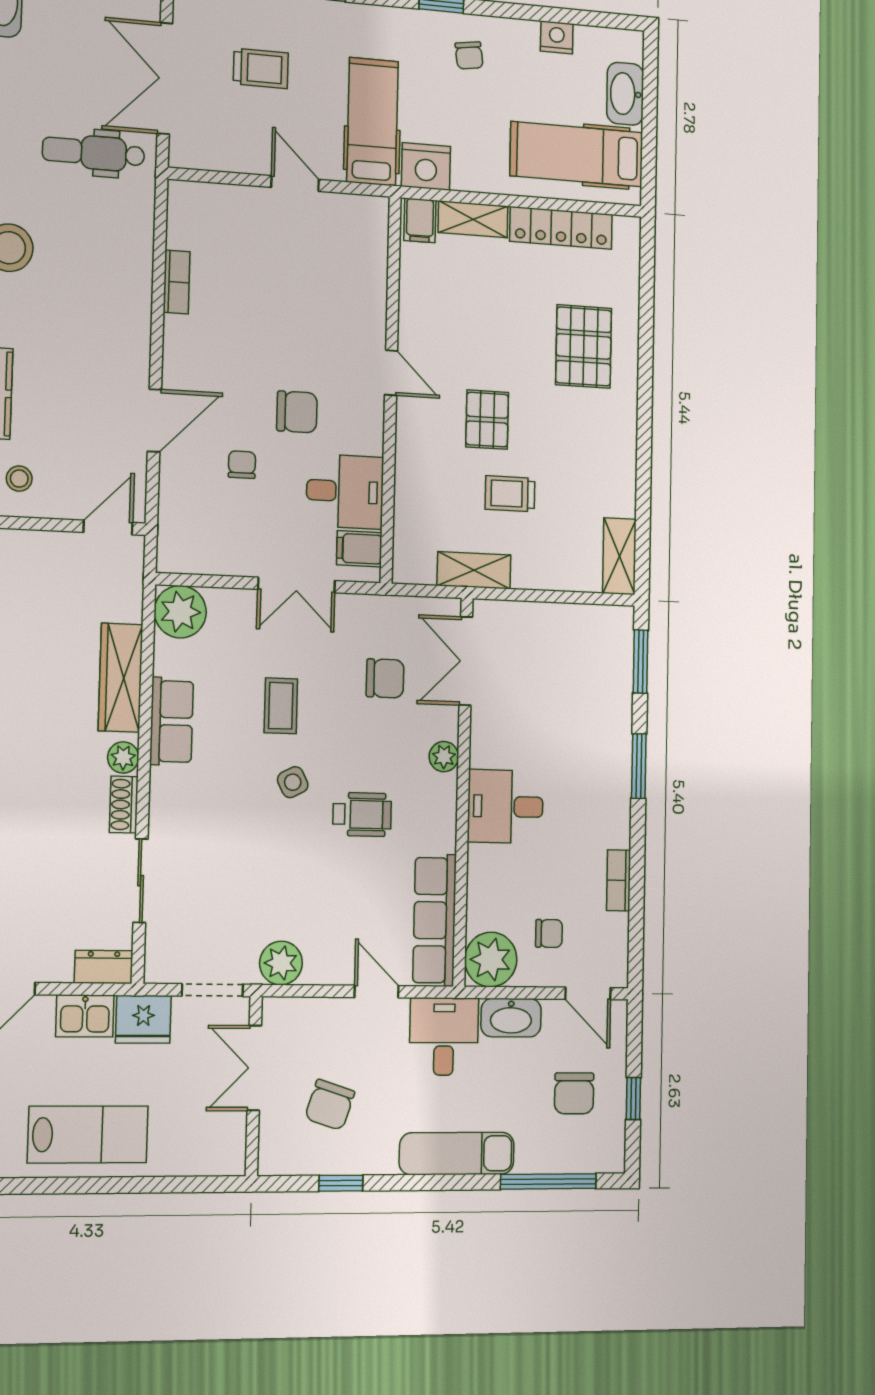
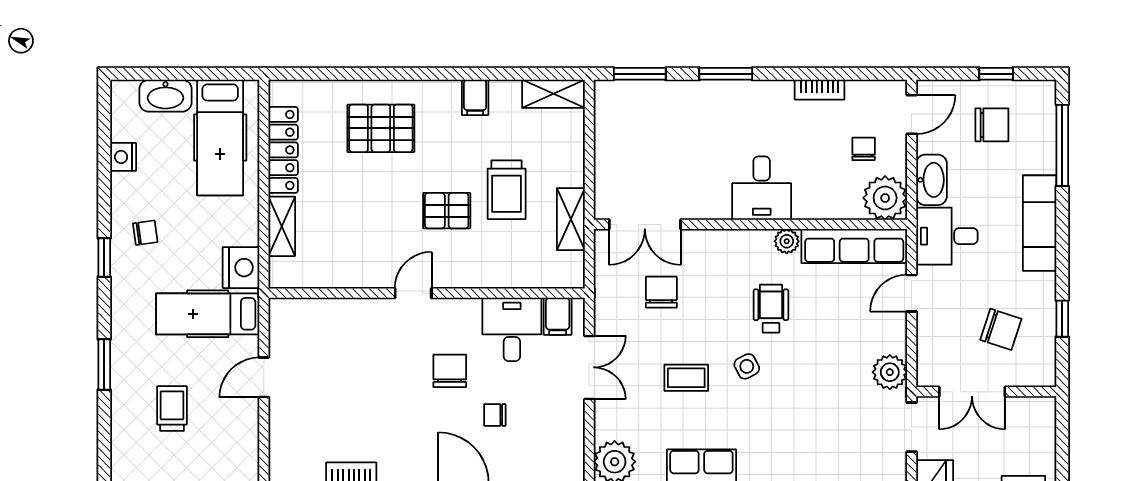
filing cabinet: (420, 220) -> (475, 97), moved, turned 90
trolley: (510, 494) -> (507, 190), width x1.36, depth x1.39
plant: (444, 757) -> (787, 241), moved

